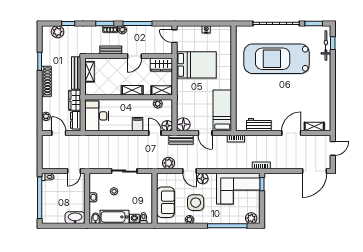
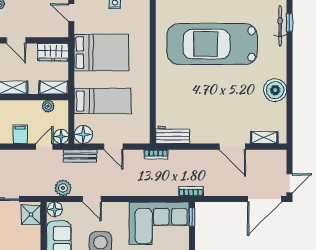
door: (135, 56) -> (16, 40), hinge flipped
boiler: (322, 92) -> (275, 90), added
bed: (222, 110) -> (103, 101), moved, turned 90
workbench: (259, 125) -> (173, 135), moved
door: (155, 133) -> (44, 147), hinge flipped
door: (291, 133) -> (232, 147), swing flipped
door: (333, 148) -> (290, 183), moved
floor lamp: (203, 179) -> (55, 209), moved
shower: (145, 182) -> (31, 215), added

